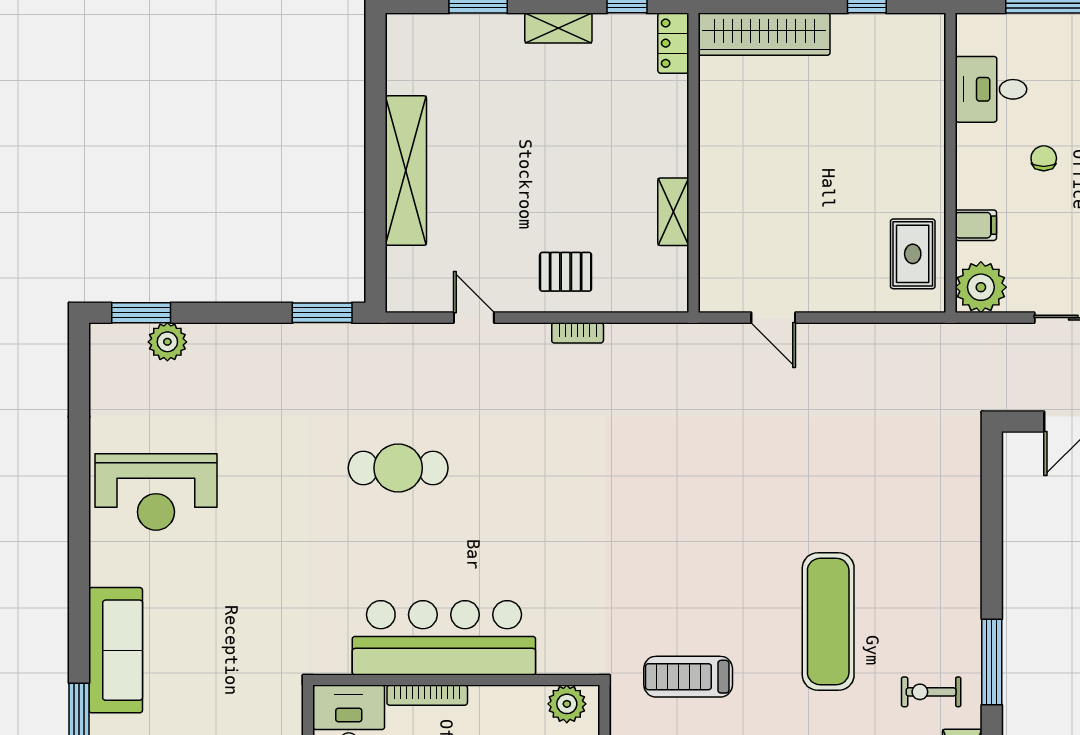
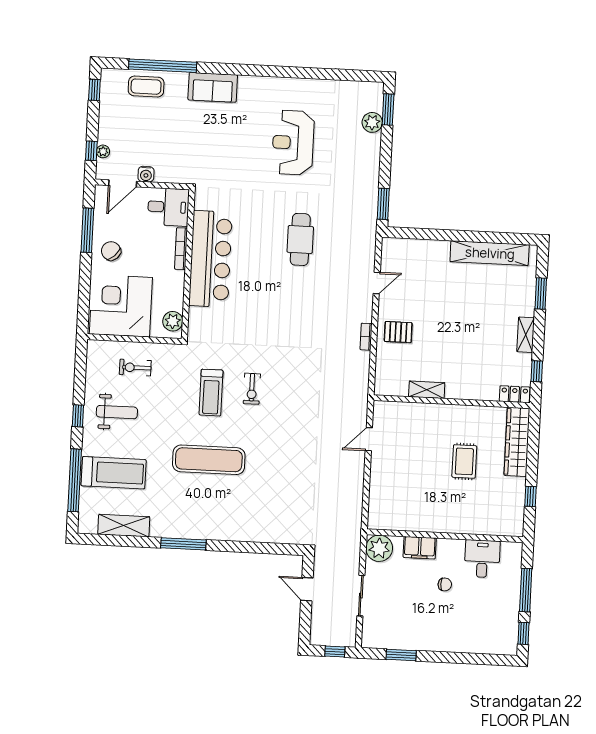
shelving: (406, 171) -> (490, 253), moved
filing cabinet: (976, 225) -> (420, 548), width x2.00
rug: (913, 254) -> (464, 461), moved, turned 90
pallet: (566, 272) -> (398, 332), turned 90
reception desk: (156, 492) -> (293, 143), moved
sofa: (116, 650) -> (213, 87), width x0.73
treadmill: (688, 677) -> (211, 393), moved, turned 180
exercise bike: (931, 692) -> (252, 389), moved, turned 180

